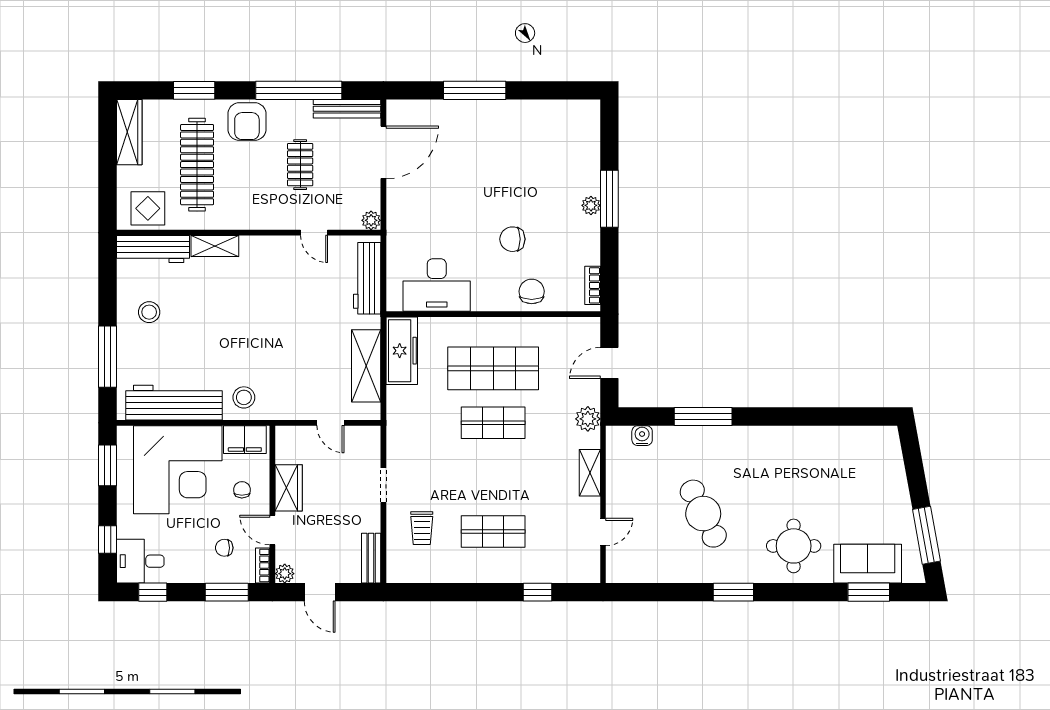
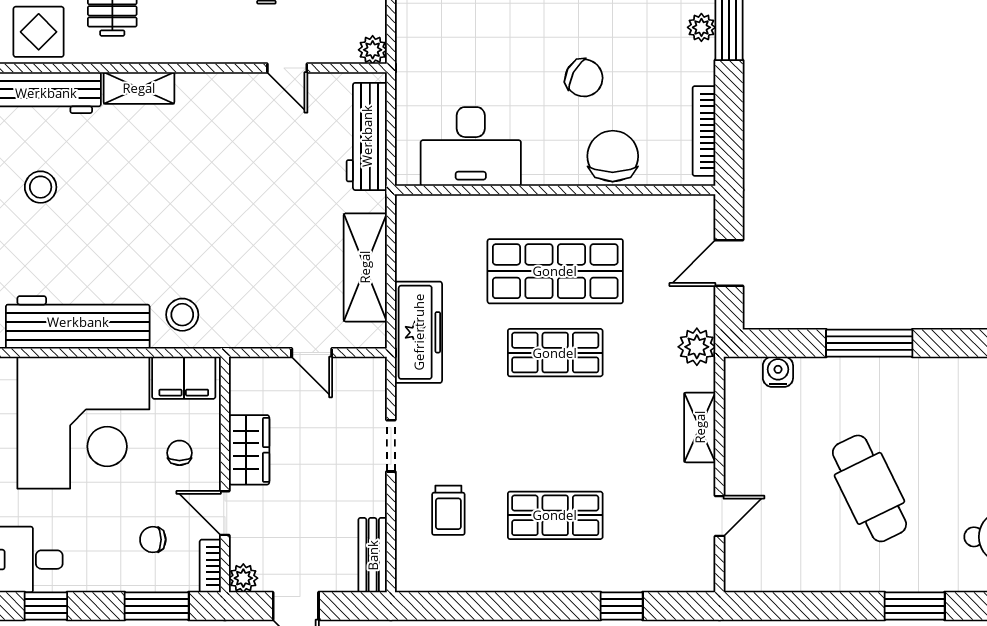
chair: (512, 239) -> (584, 78), turned -152
bookcase: (593, 285) -> (704, 131), width x1.56
chair: (532, 291) -> (613, 156), width x1.37, depth x1.37
freezer: (402, 351) -> (419, 332), moved

